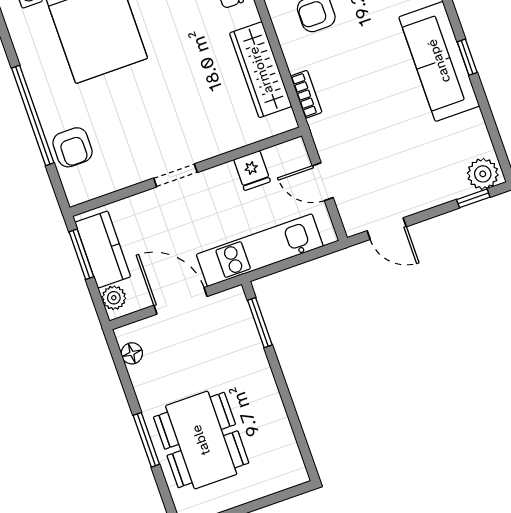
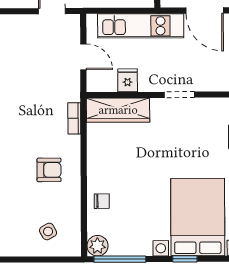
wardrobe: (261, 70) -> (118, 110), moved, turned 90

